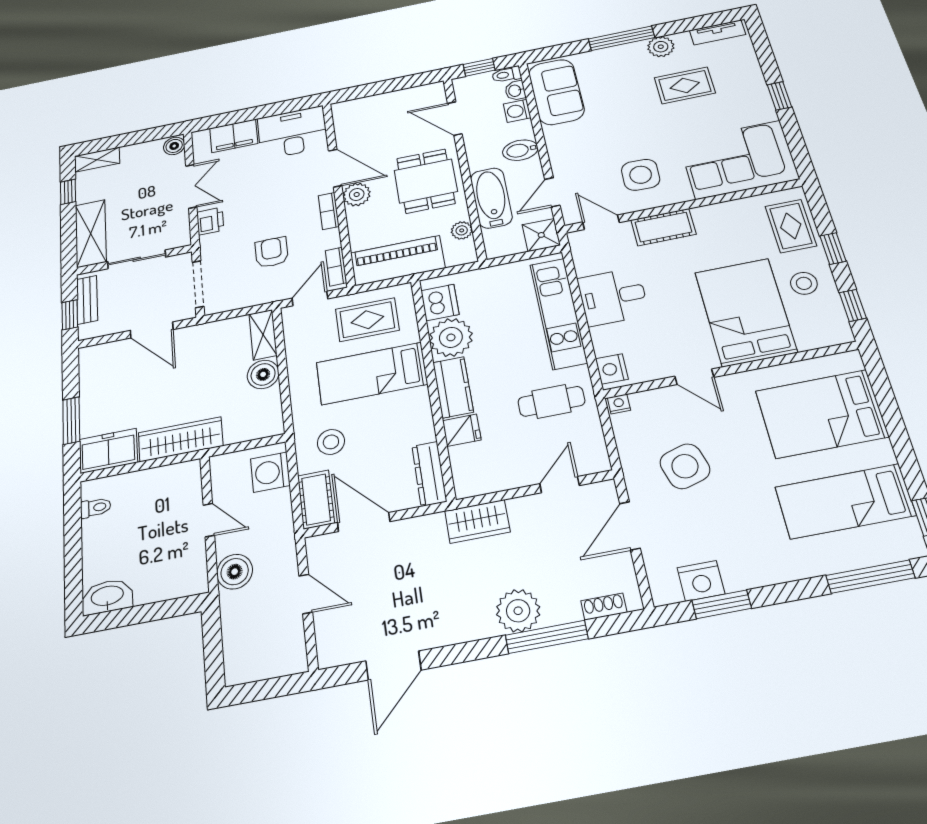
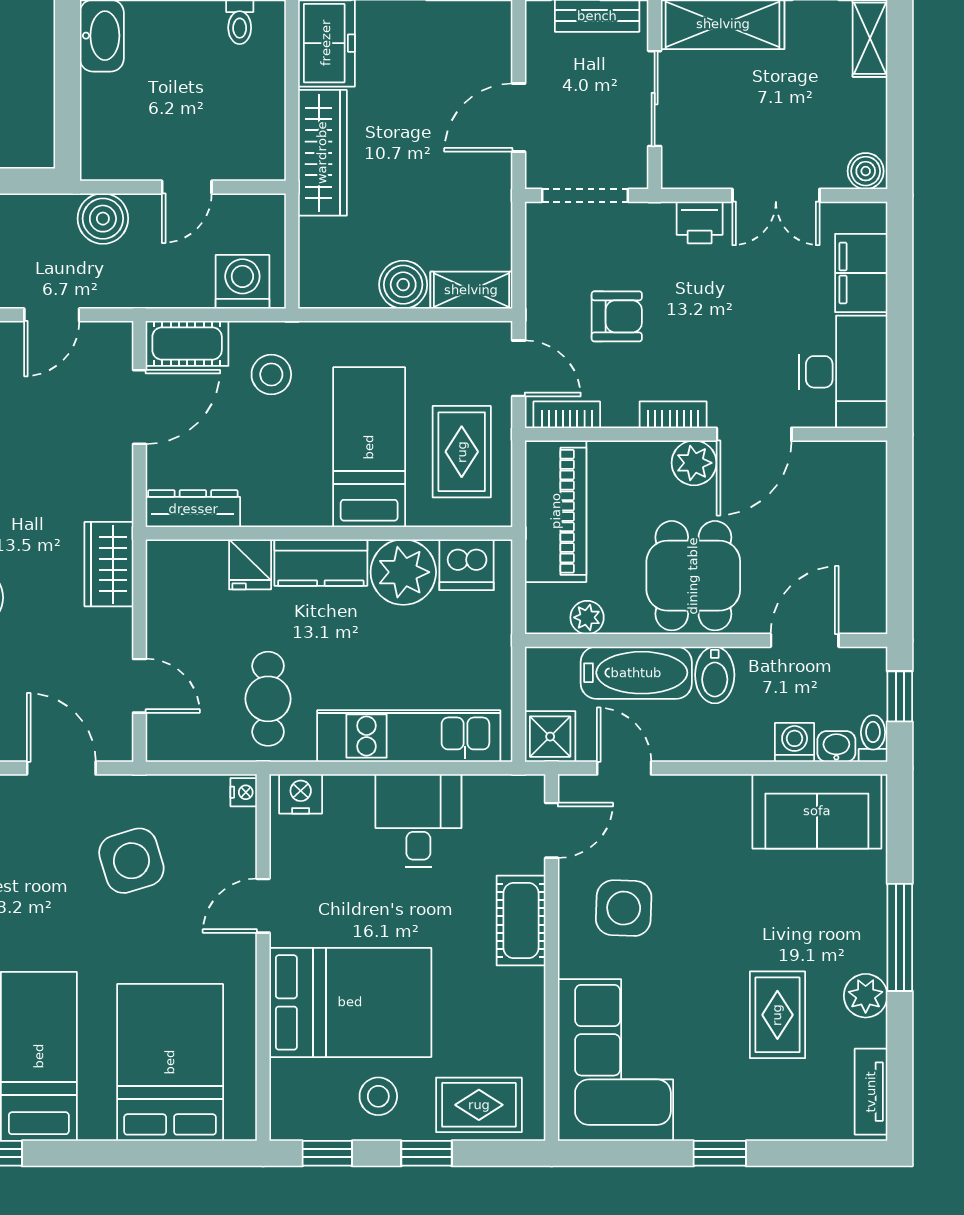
bidet: (520, 150) -> (715, 675), moved, turned 180
dining table: (426, 181) -> (693, 576), turned 90

